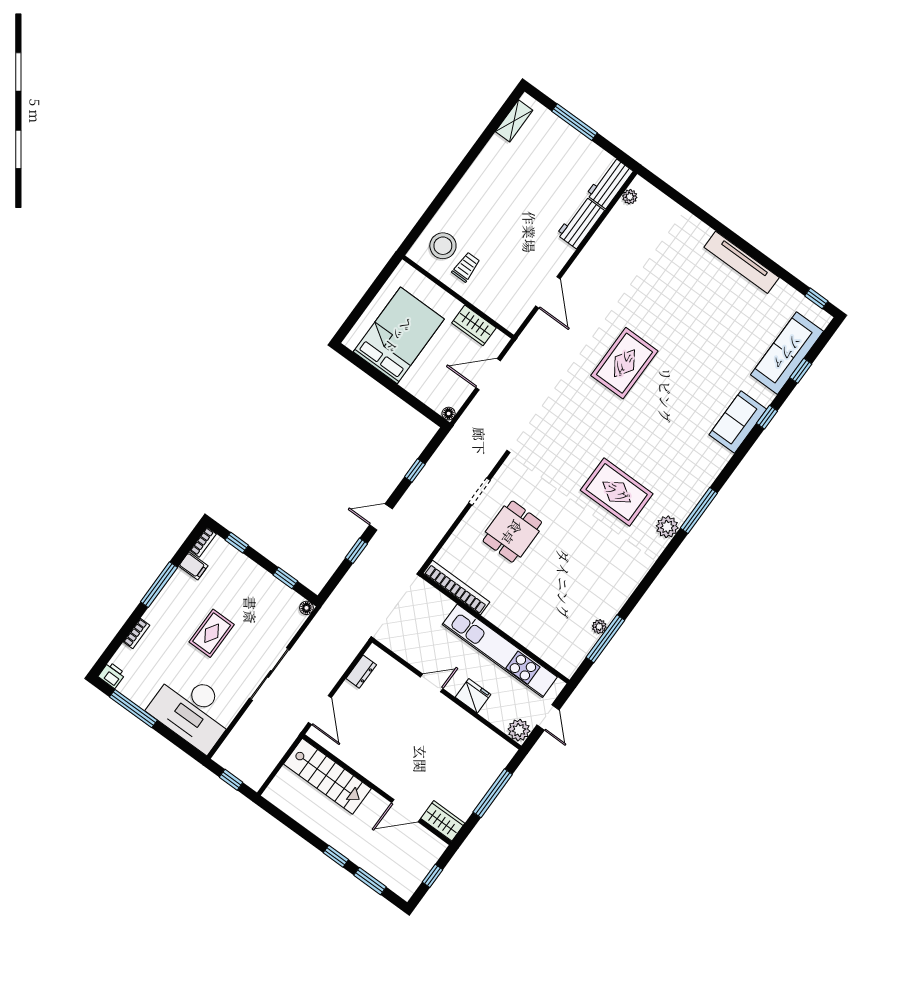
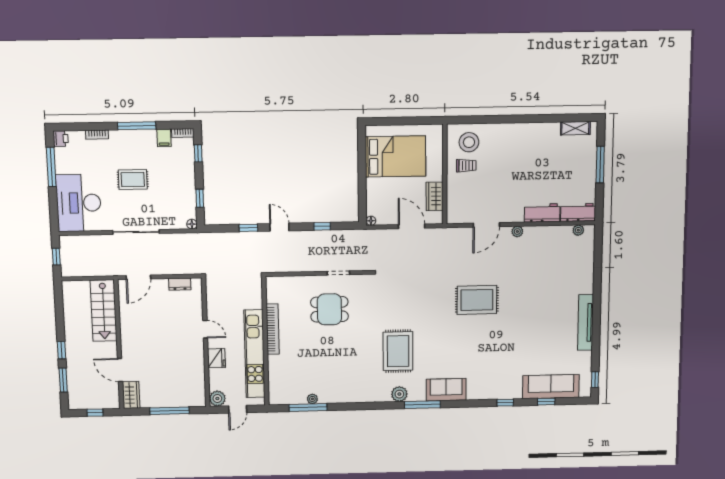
plant: (581, 264) -> (517, 231), added
sofa: (738, 422) -> (446, 390), moved
bookcase: (456, 588) -> (273, 329), moved

